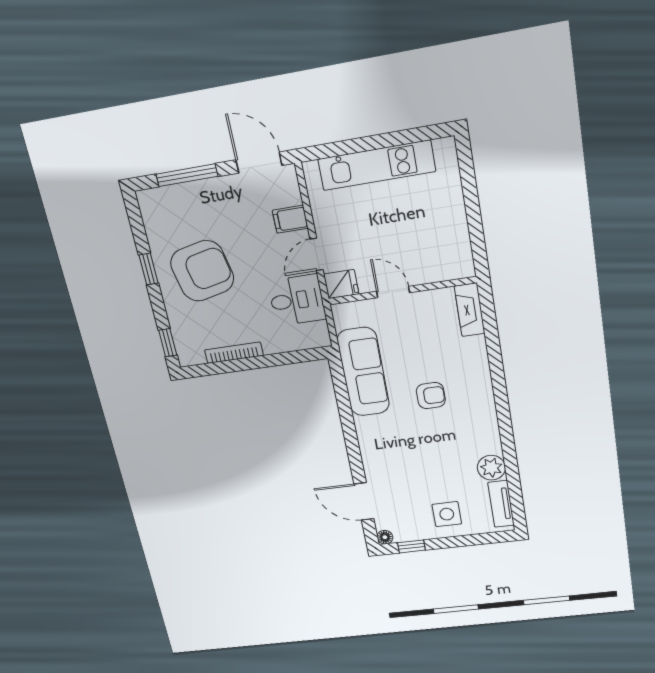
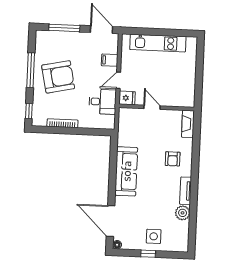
window: (148, 269) -> (31, 70), width x2.17
sofa: (363, 372) -> (126, 171), moved
armchair: (431, 396) -> (173, 159), moved, turned 90
door: (364, 501) -> (111, 221), width x1.36
tv unit: (501, 504) -> (186, 191), moved
window: (411, 546) -> (148, 254), moved

